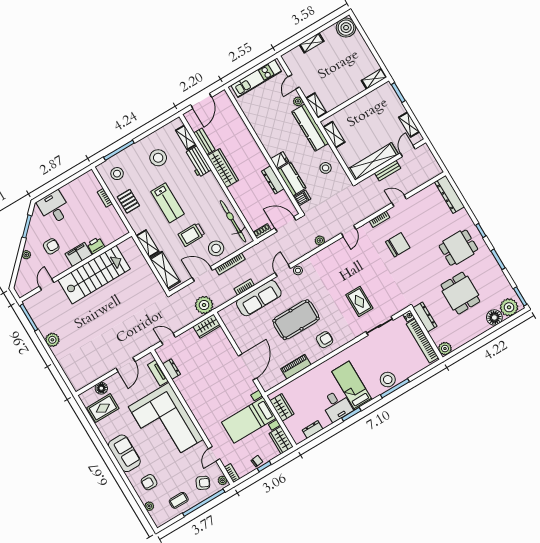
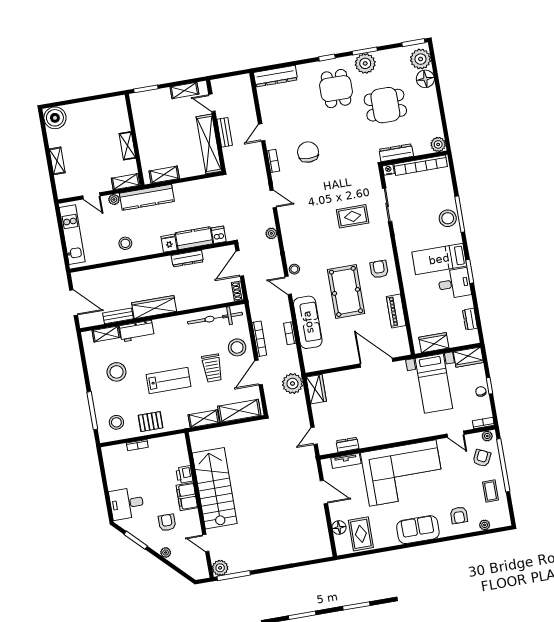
shelving: (374, 79) -> (127, 146), moved
stool: (326, 168) -> (125, 243), moved
plant: (488, 264) -> (365, 63), added
plant: (52, 340) -> (220, 568), moved

